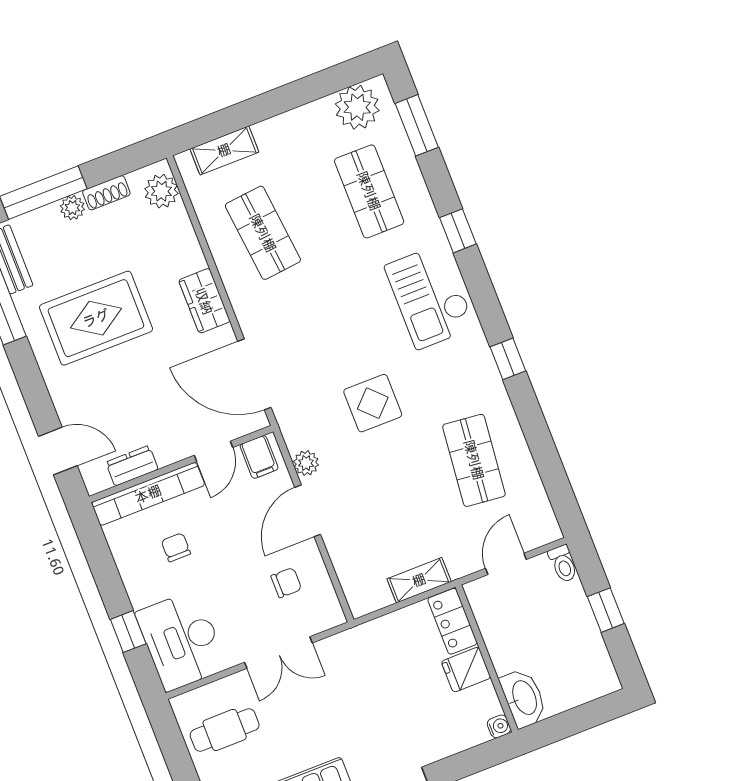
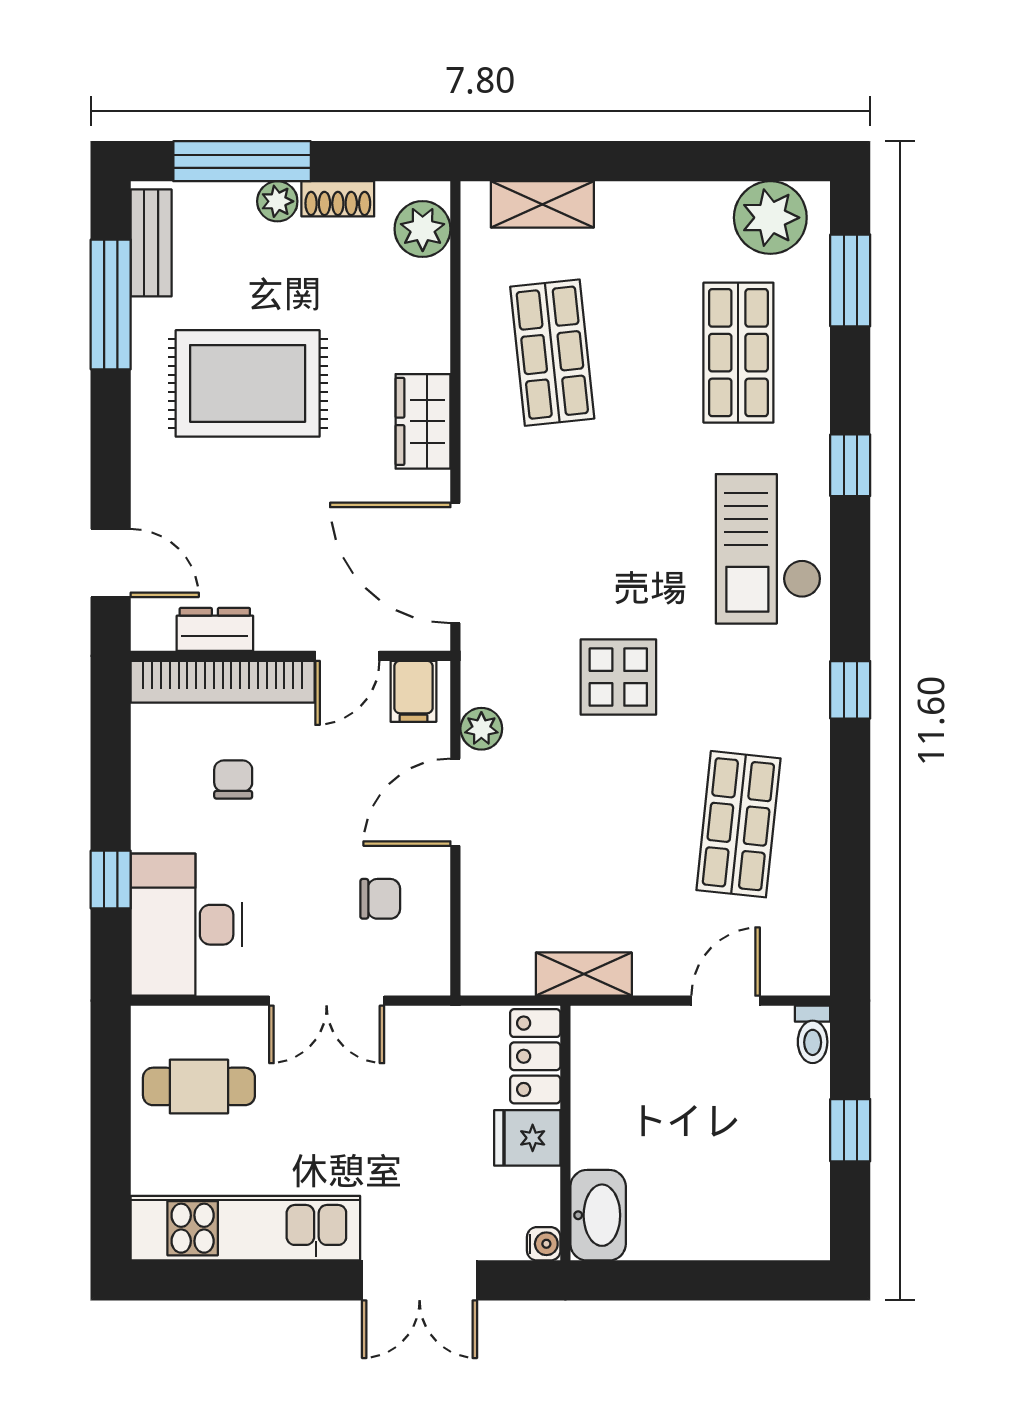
locker: (452, 621) -> (535, 1056), moved
wall: (487, 658) -> (565, 1133), moved
fridge: (466, 670) -> (527, 1138), moved
washbasin: (524, 698) -> (598, 1215), moved
water cooler: (499, 726) -> (544, 1244), moved

